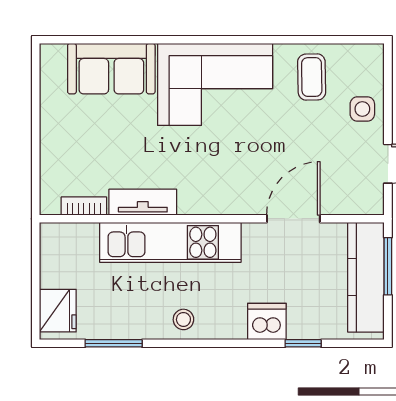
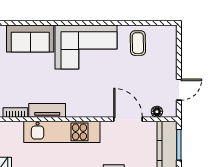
side table: (362, 109) -> (165, 60), removed
floor lamp: (347, 205) -> (157, 112), added
door: (293, 219) -> (128, 119), hinge flipped

